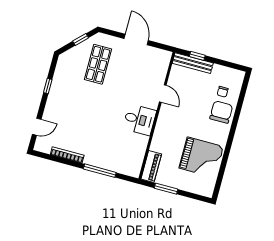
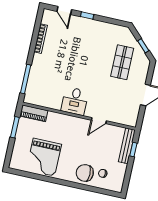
shop shelf: (98, 64) -> (122, 62), turned 90
window: (48, 86) -> (87, 16), moved
chair: (221, 112) -> (85, 173), turned 180
window: (100, 171) -> (26, 79), moved

